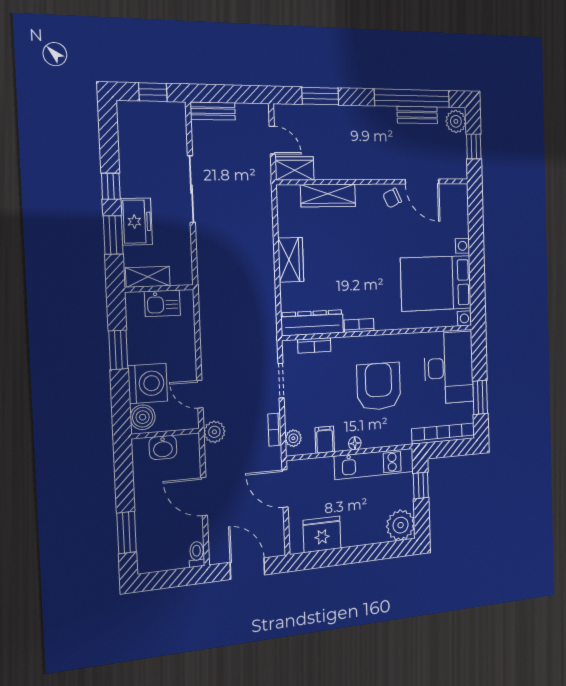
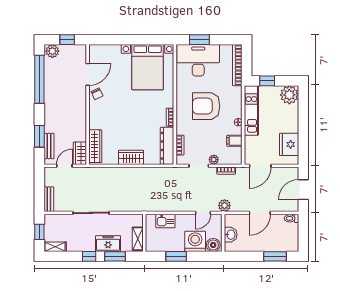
bench: (417, 115) -> (49, 146), moved
shelving: (126, 121) -> (55, 247), added
wardrobe: (328, 195) -> (95, 146), moved
kitchen sink: (162, 303) -> (165, 221), moved, turned 90
window: (480, 397) -> (199, 40), moved
plant: (293, 438) -> (214, 160), moved

